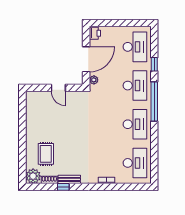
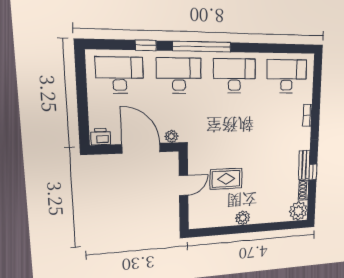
plant: (31, 132) -> (243, 218), added
rug: (46, 154) -> (226, 179), moved

